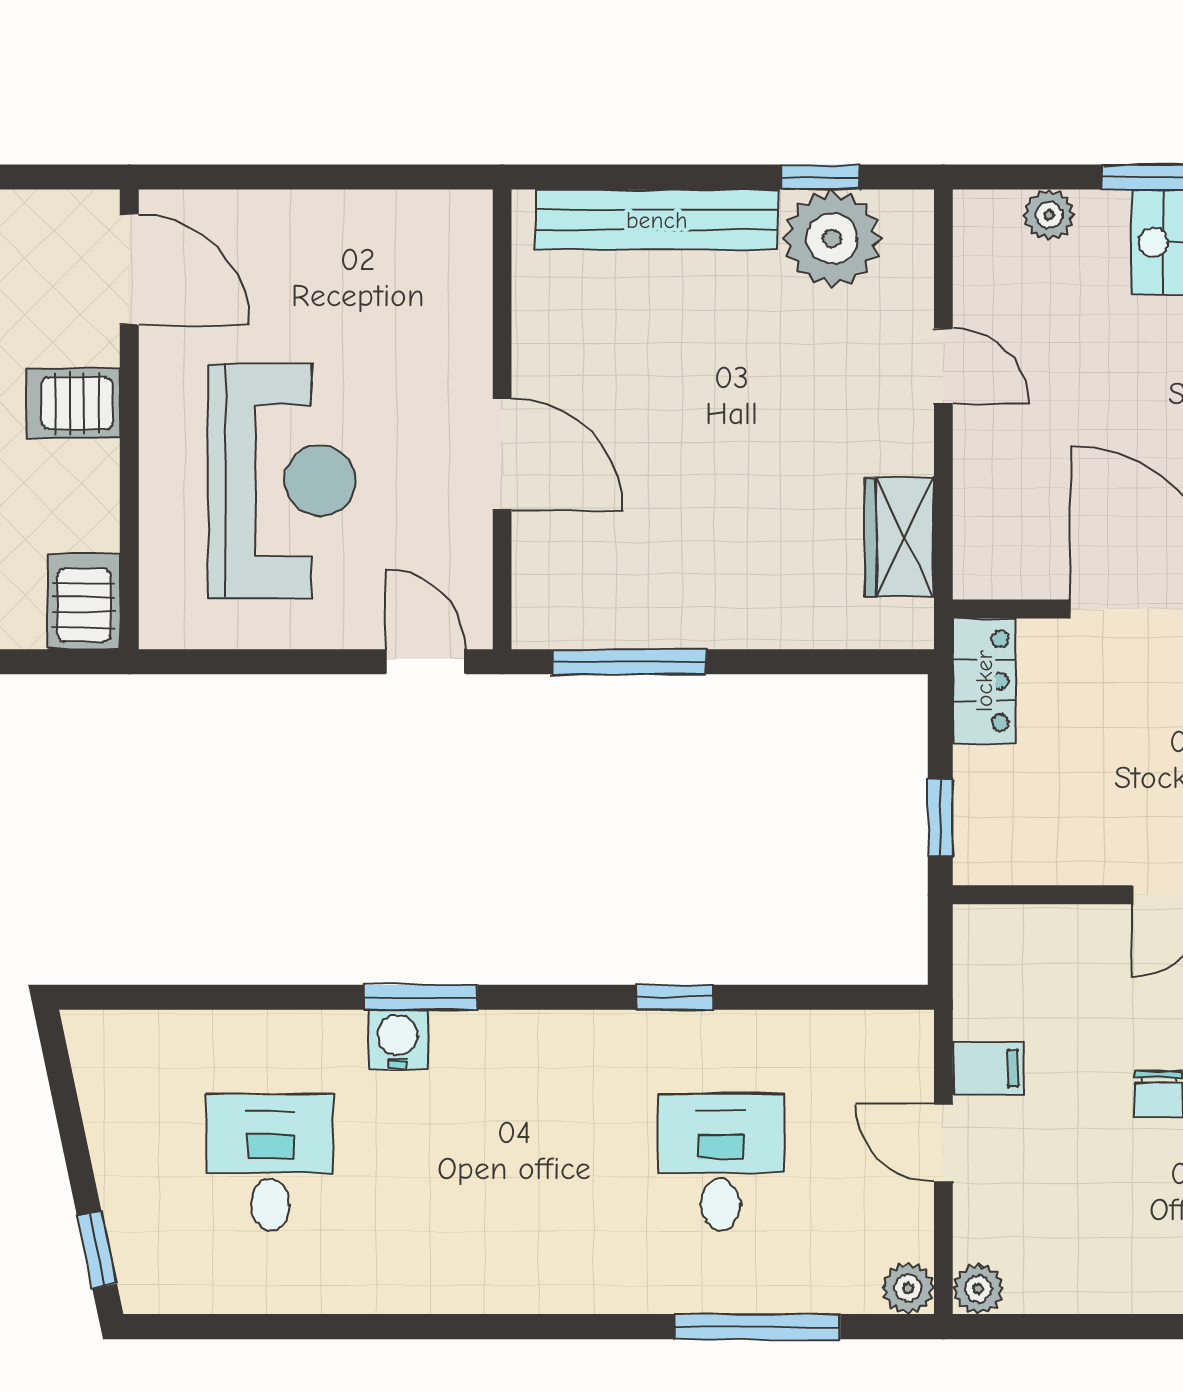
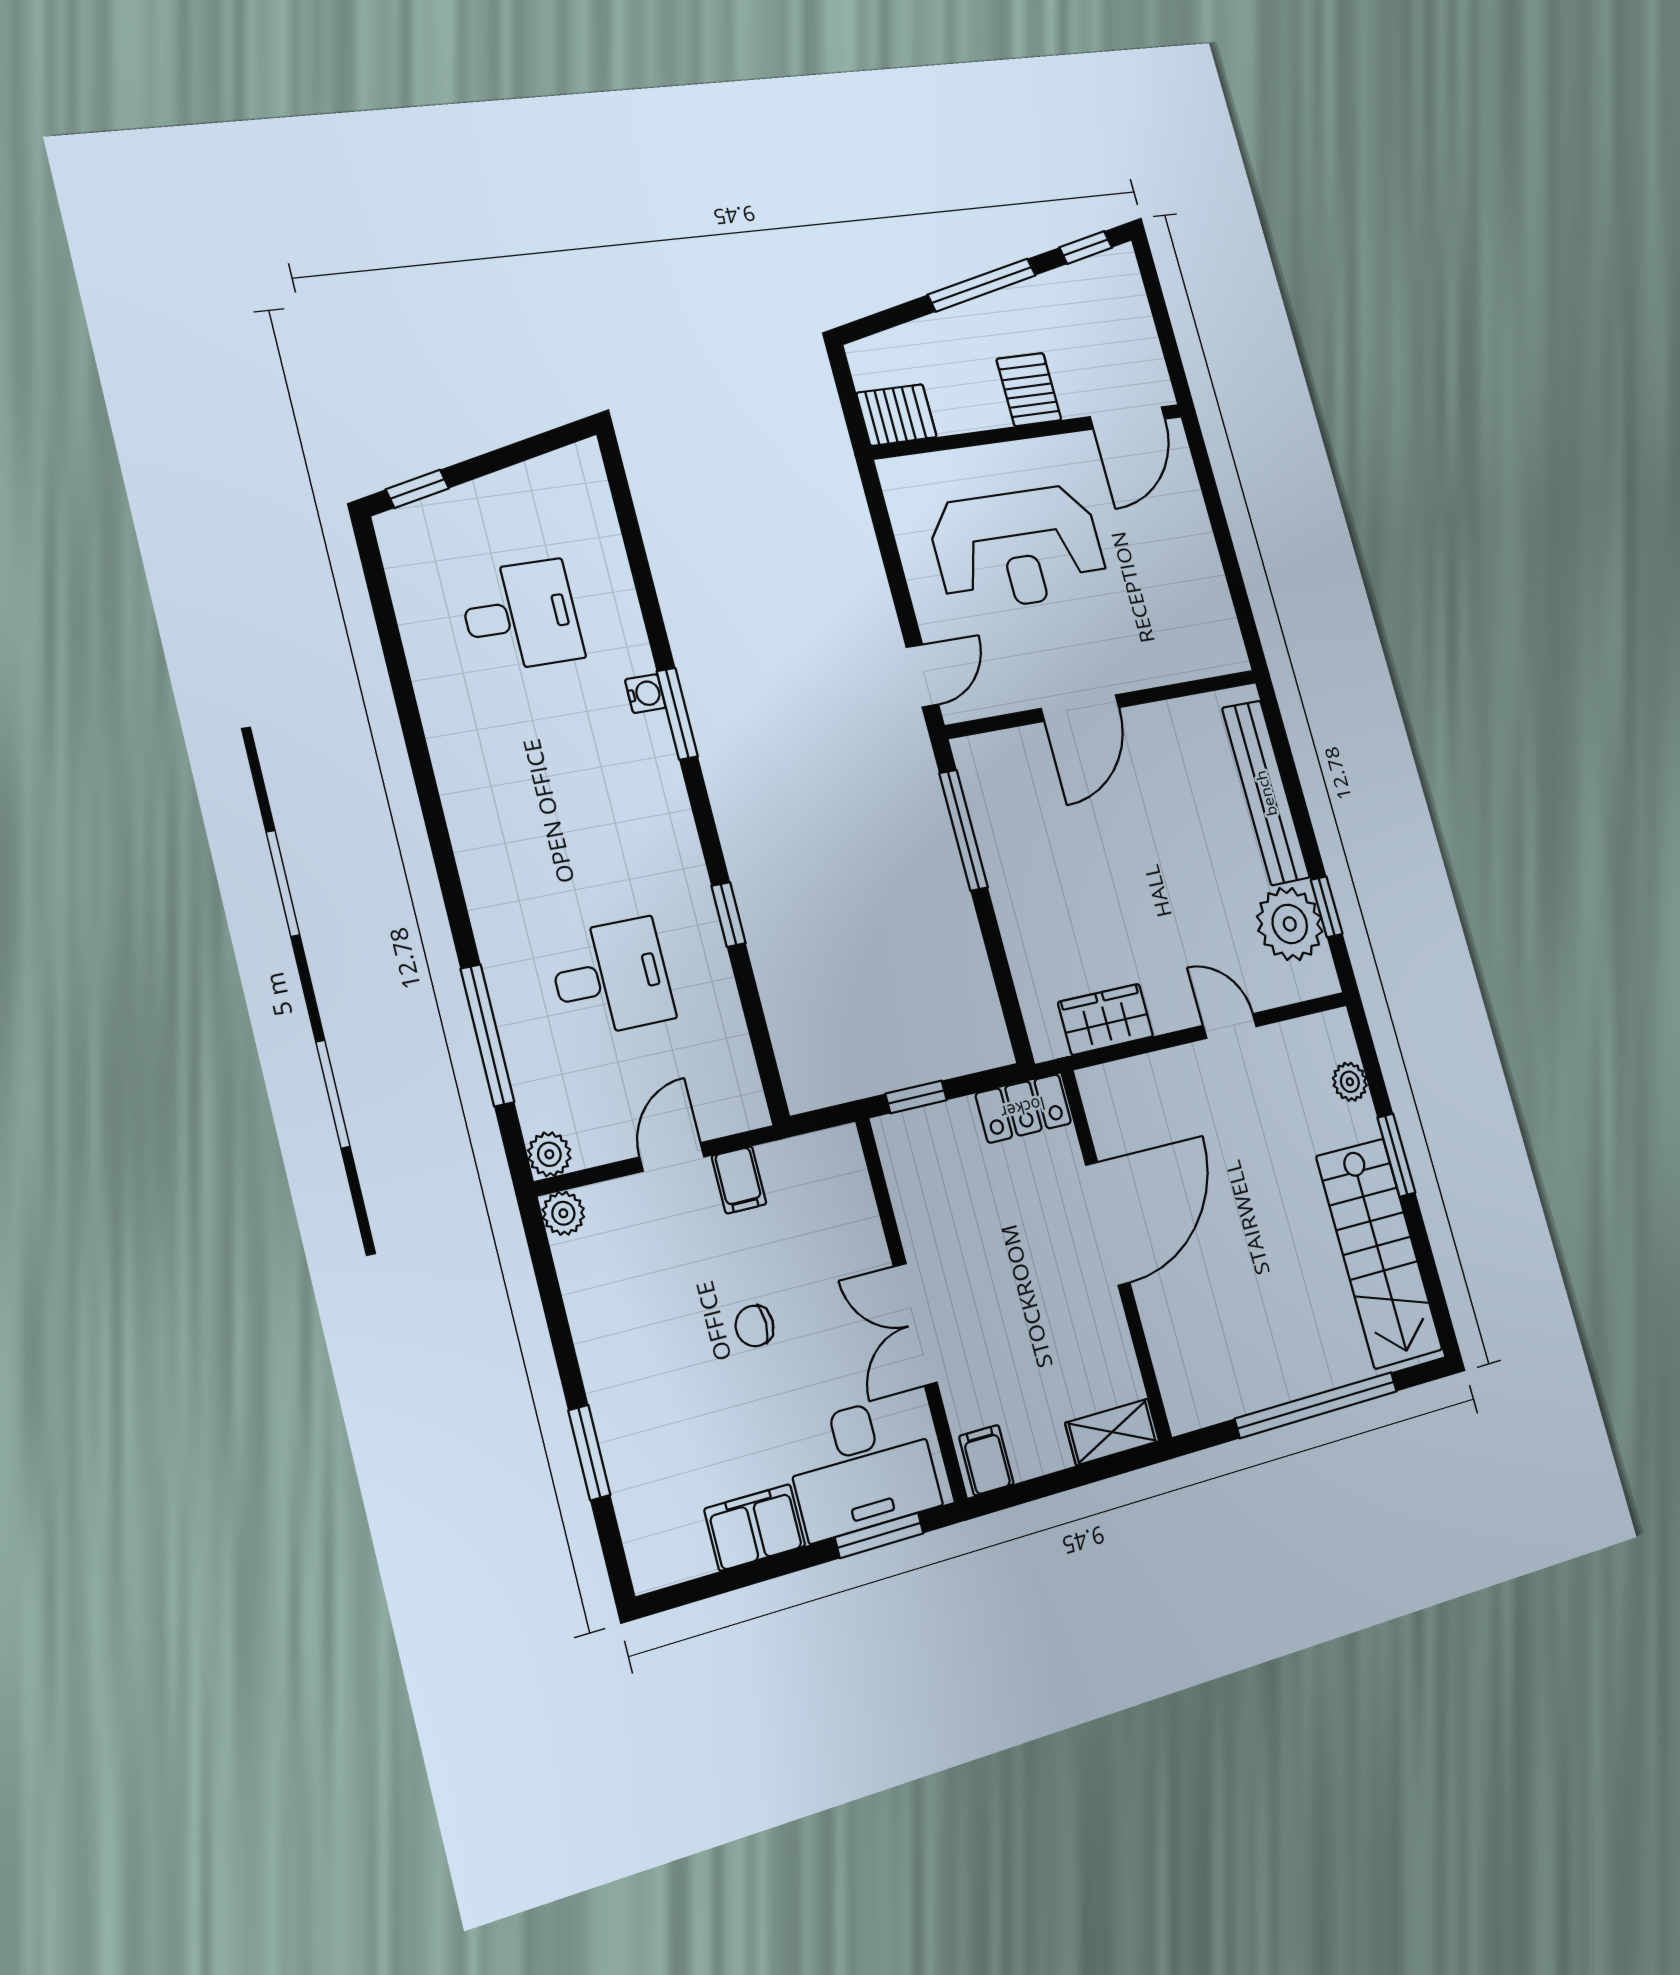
door: (943, 366) -> (1230, 1026), swing flipped
water cooler: (398, 1039) -> (645, 694), width x0.72, depth x0.72

